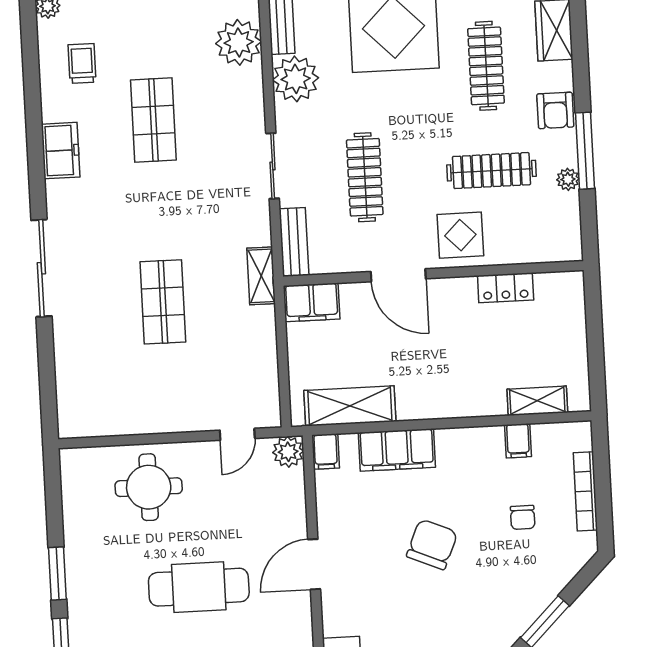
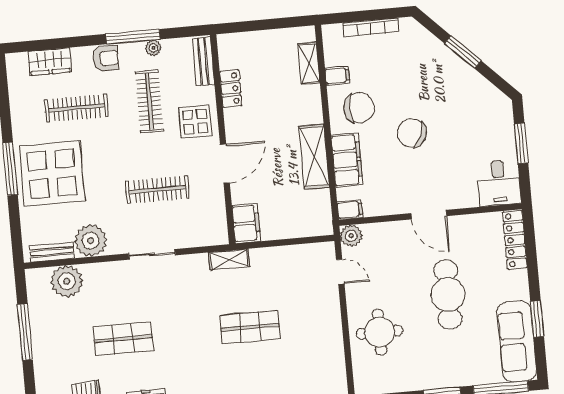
bench: (294, 242) -> (203, 61), moved, turned 90
shelving: (350, 406) -> (314, 157), moved
chair: (523, 517) -> (359, 108), moved, width x1.87, depth x1.87

